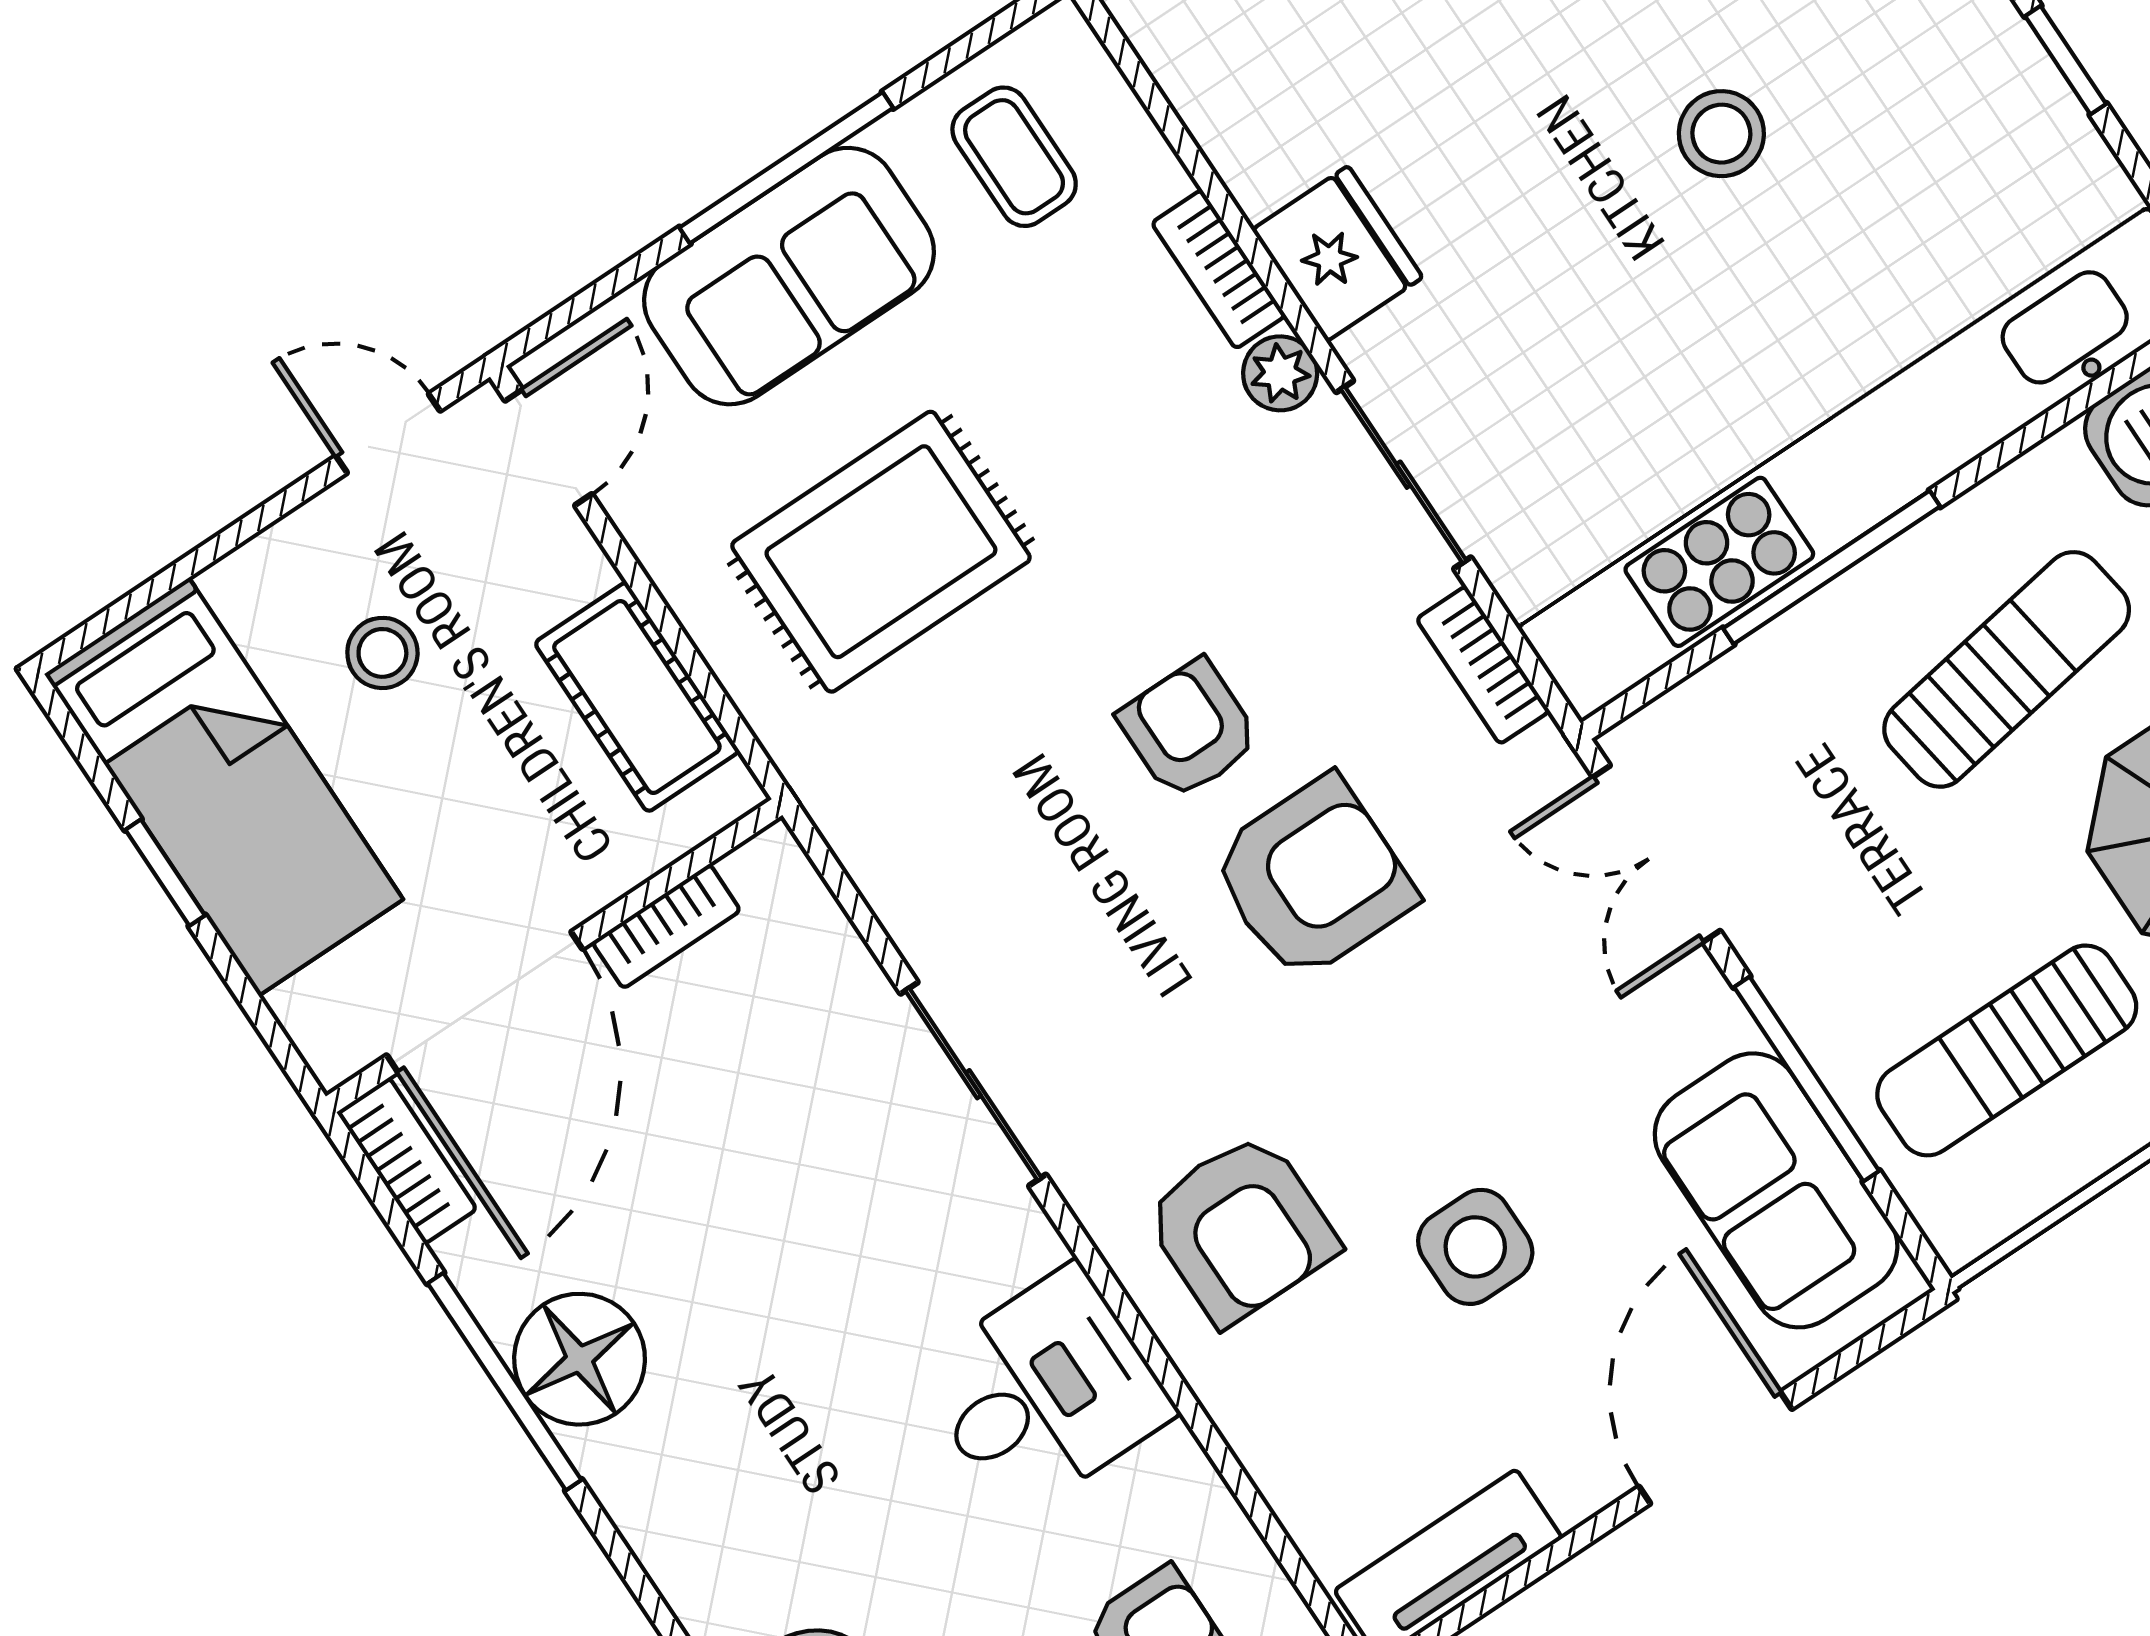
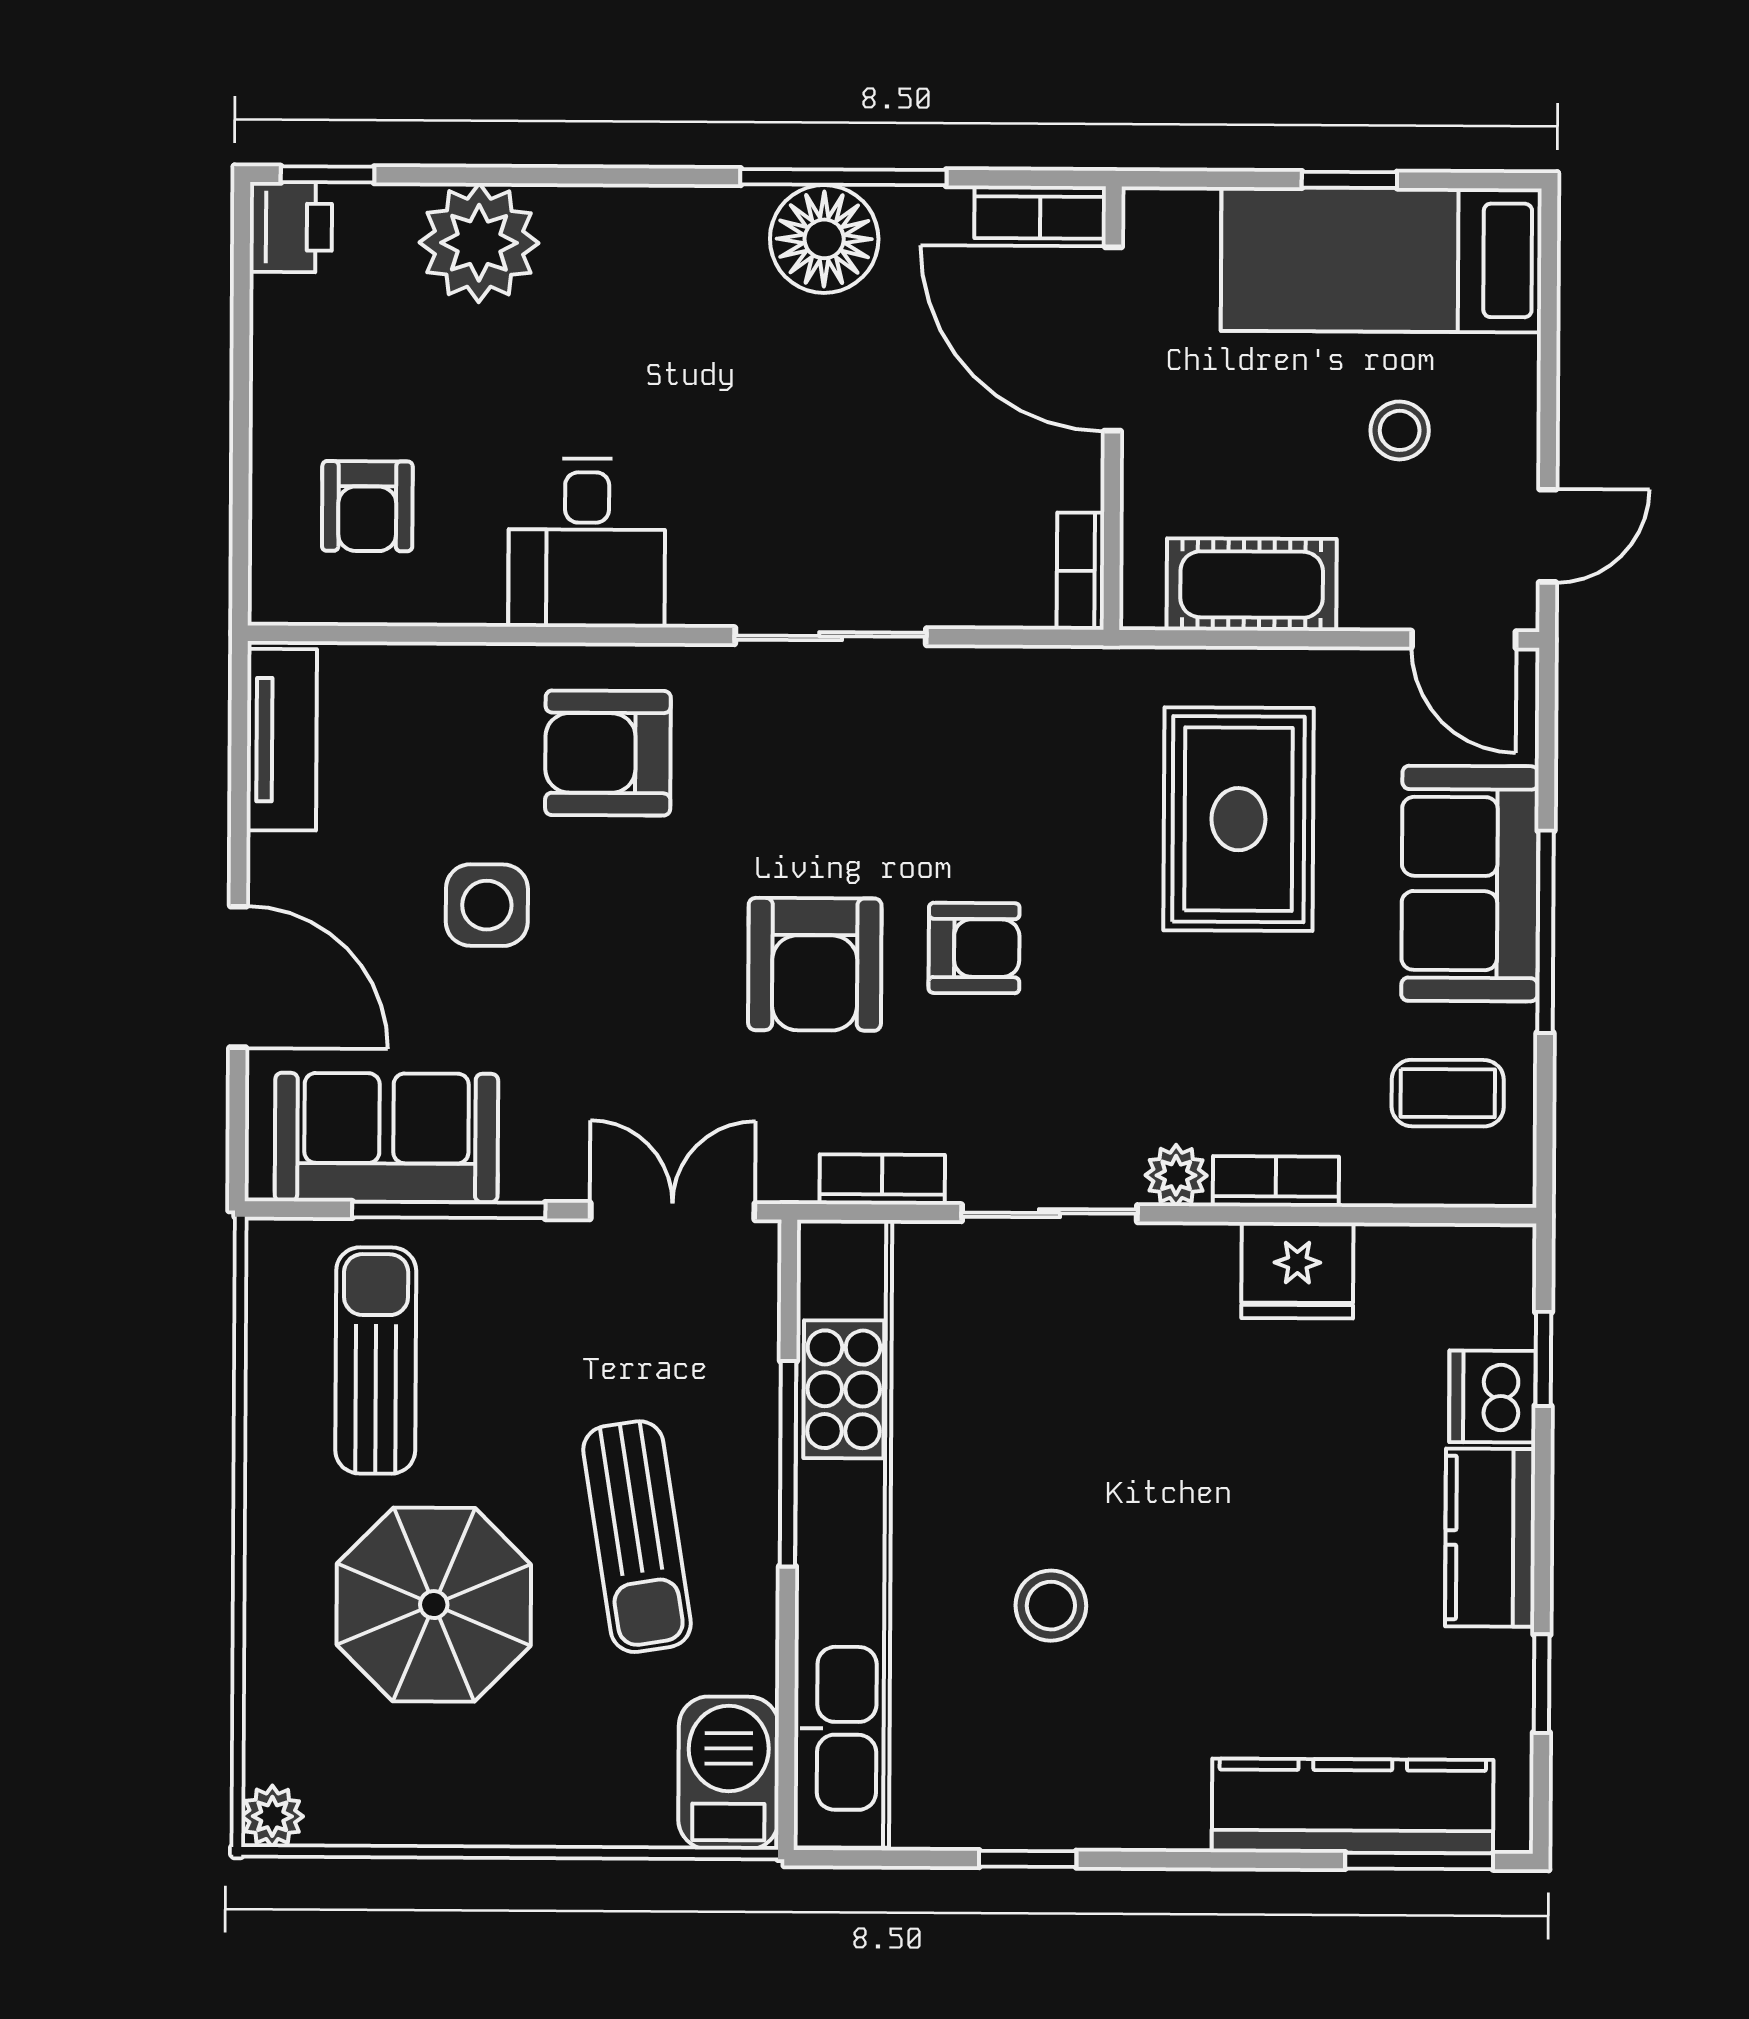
stool: (1721, 134) -> (1051, 1606), moved
fridge: (1337, 254) -> (1297, 1270), moved
bookcase: (666, 926) -> (1080, 571), moved

